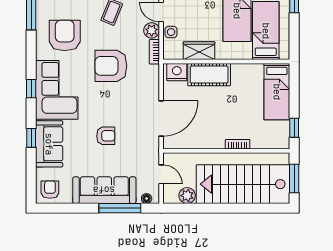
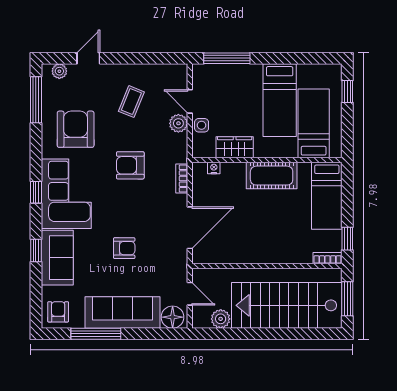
bookcase: (154, 52) -> (182, 179), moved
armchair: (111, 66) -> (130, 165), width x0.73, depth x0.73
nightstand: (177, 72) -> (214, 168), width x0.53, depth x0.56
cot: (209, 75) -> (272, 176), moved
bookcase: (238, 144) -> (328, 258), moved
floor lamp: (147, 198) -> (173, 317), width x1.89, depth x1.89
window: (120, 208) -> (96, 334), moved

